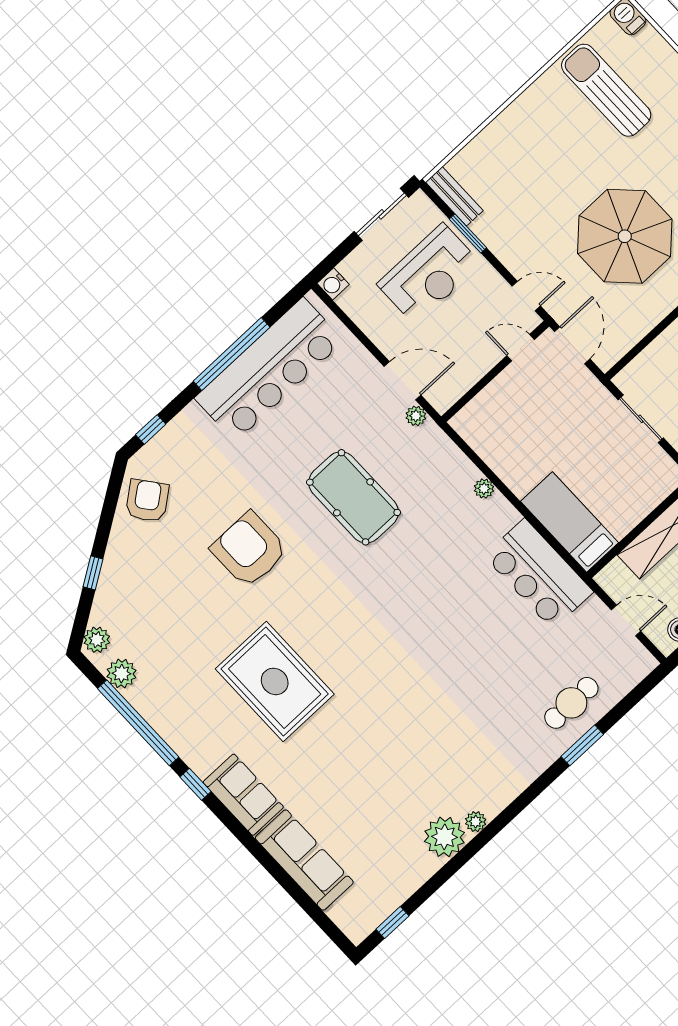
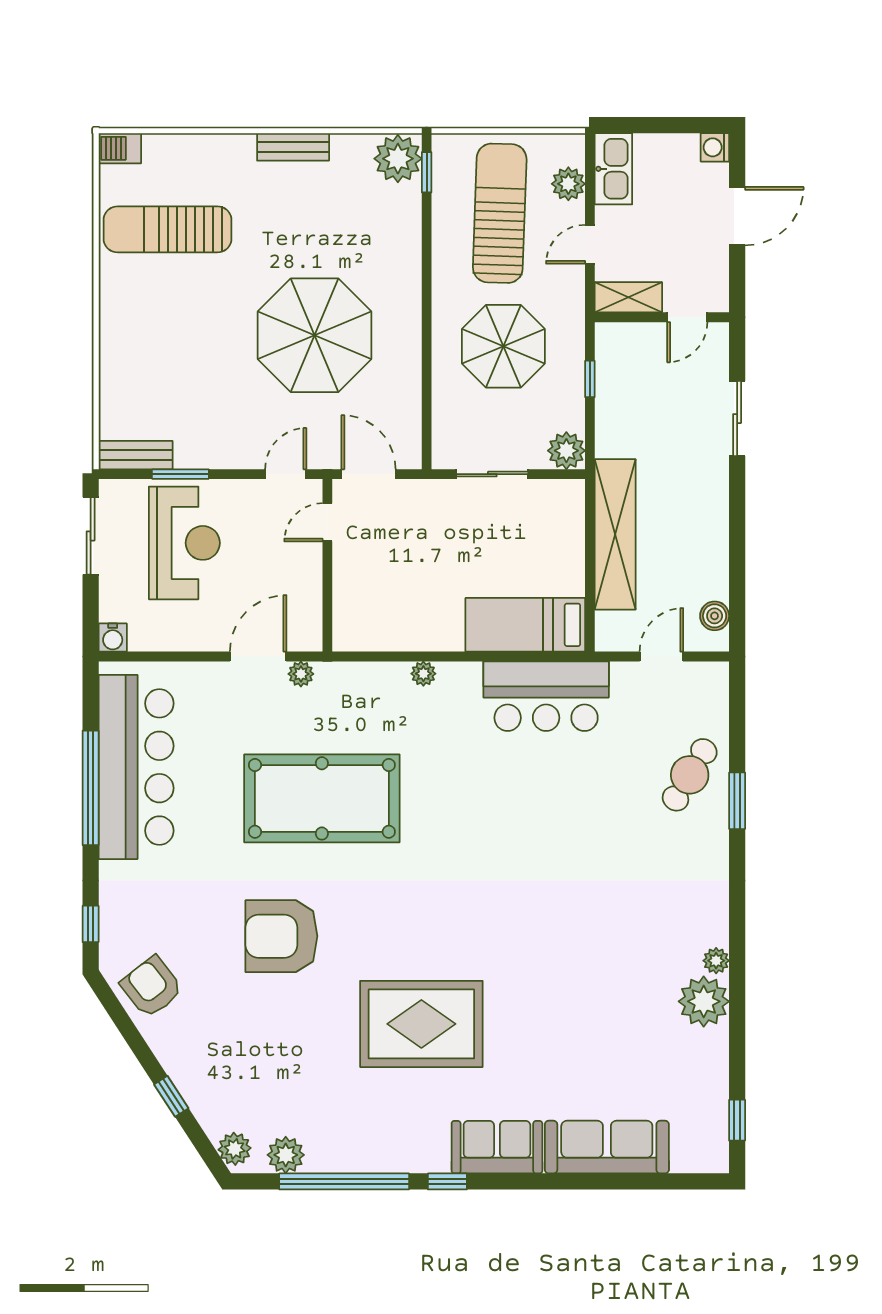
pool table: (354, 497) -> (322, 798), width x1.36, depth x1.32
cafe table: (571, 703) -> (690, 775), turned 31

